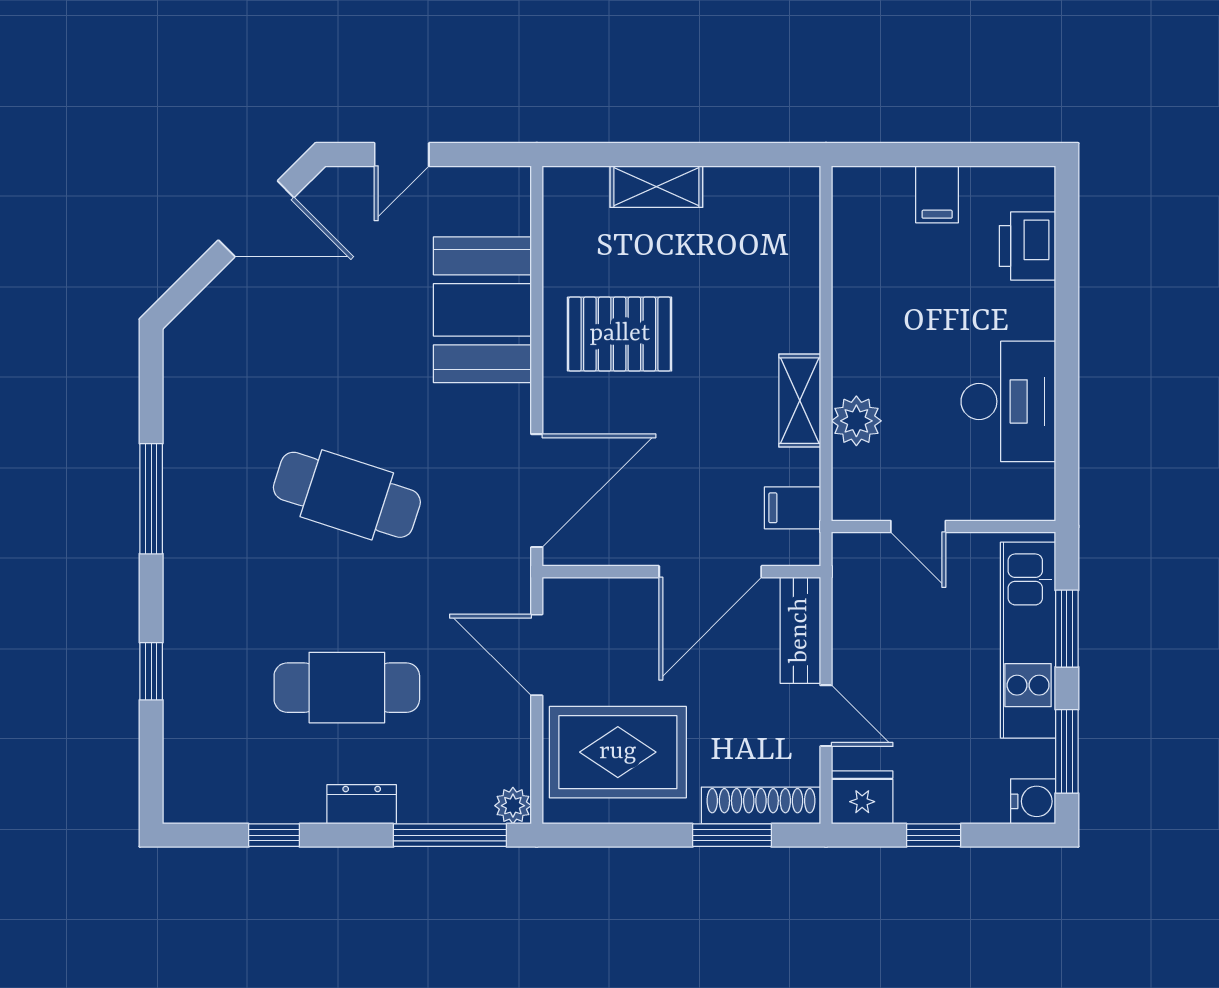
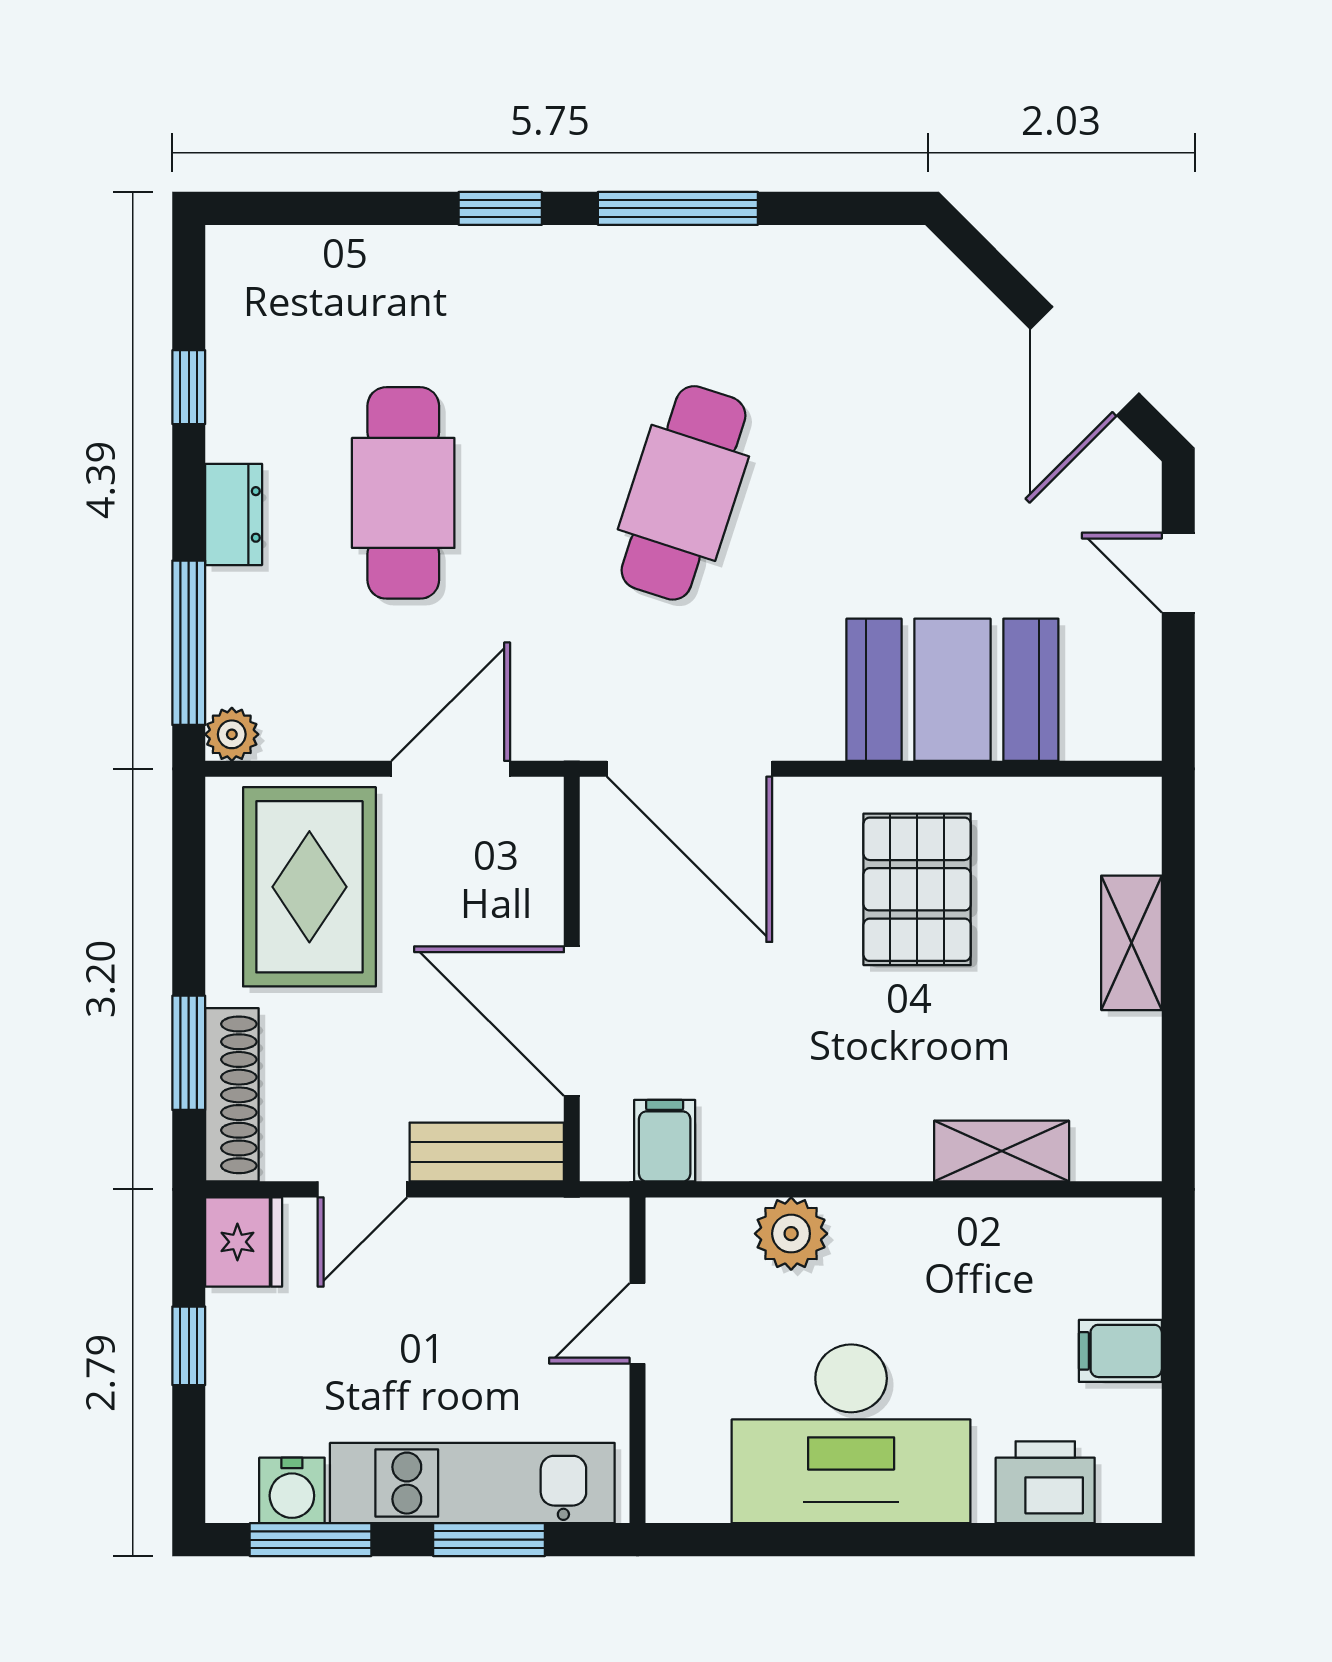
shelving: (800, 401) -> (1002, 1151), moved
desk: (1008, 401) -> (851, 1434), width x1.36, depth x1.30
window: (151, 671) -> (500, 208), moved
water cooler: (1033, 801) -> (292, 1490), moved

